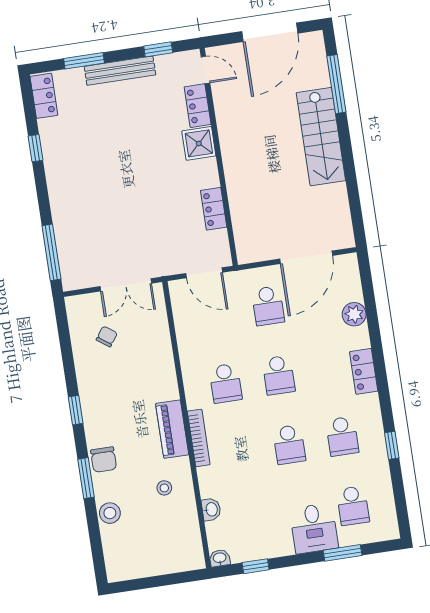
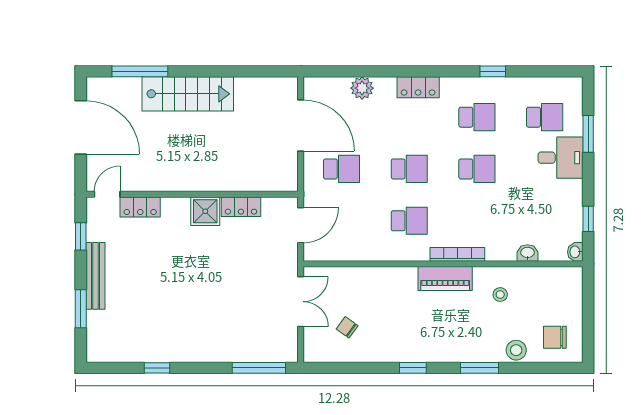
locker: (44, 96) -> (108, 352), removed
shower: (199, 143) -> (205, 211), moved
chair: (104, 460) -> (555, 337), moved, turned 180

